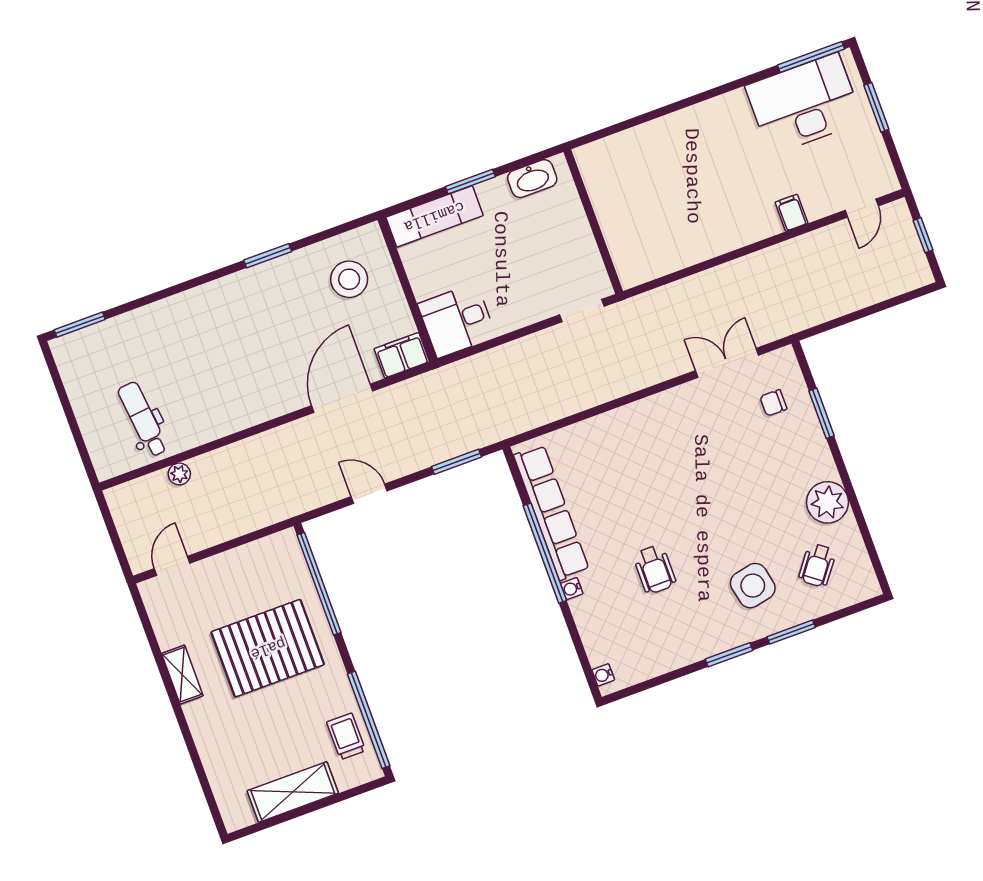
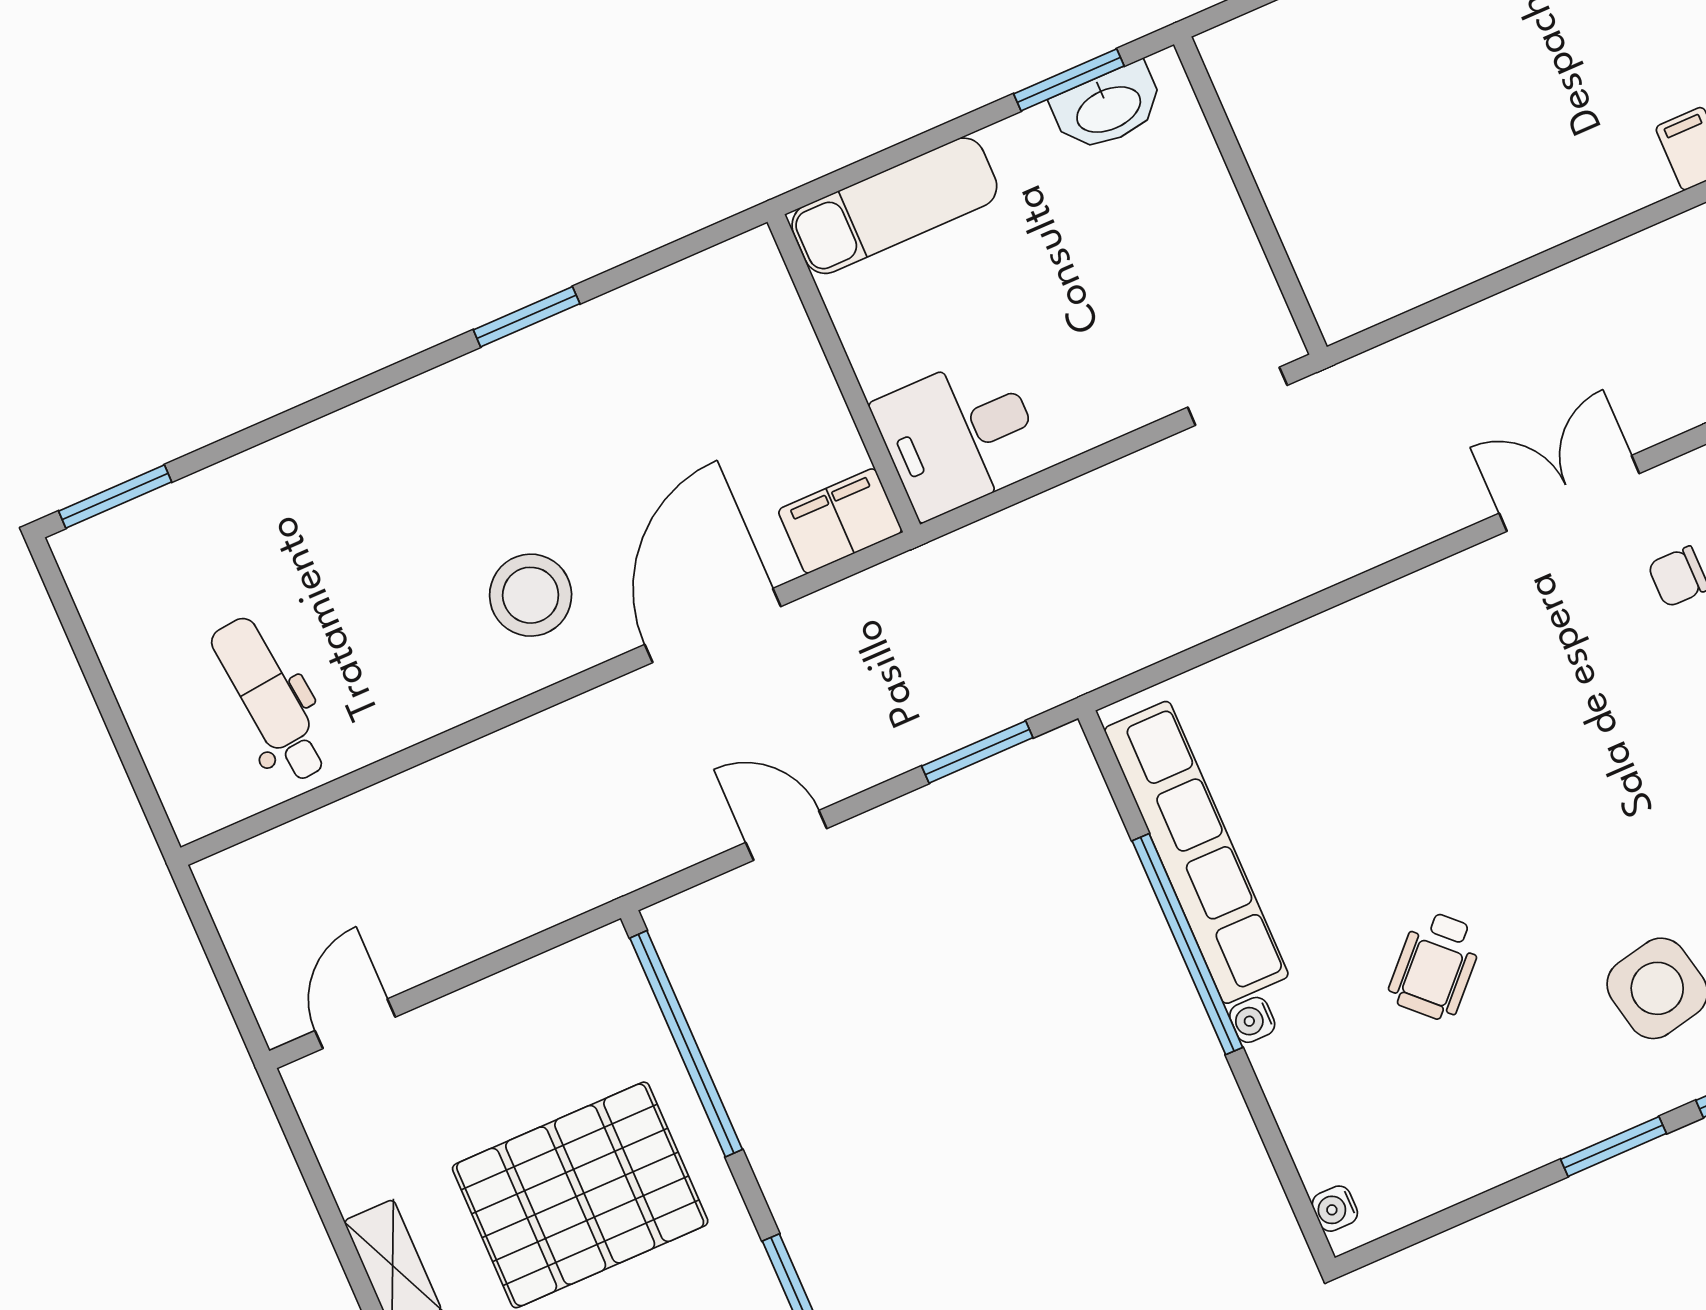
window: (470, 182) -> (1069, 80), moved
stool: (349, 279) -> (531, 595), moved
plant: (179, 474) -> (359, 817), removed
wheelchair: (655, 569) -> (1435, 966), turned 44

